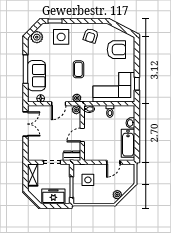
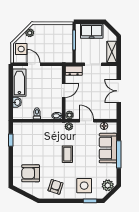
corner sofa: (114, 87) -> (33, 137), removed
door: (59, 104) -> (87, 121), hinge flipped
double door: (25, 124) -> (119, 91), moved
door: (113, 162) -> (34, 64), hinge flipped
side table: (88, 180) -> (21, 49), moved

